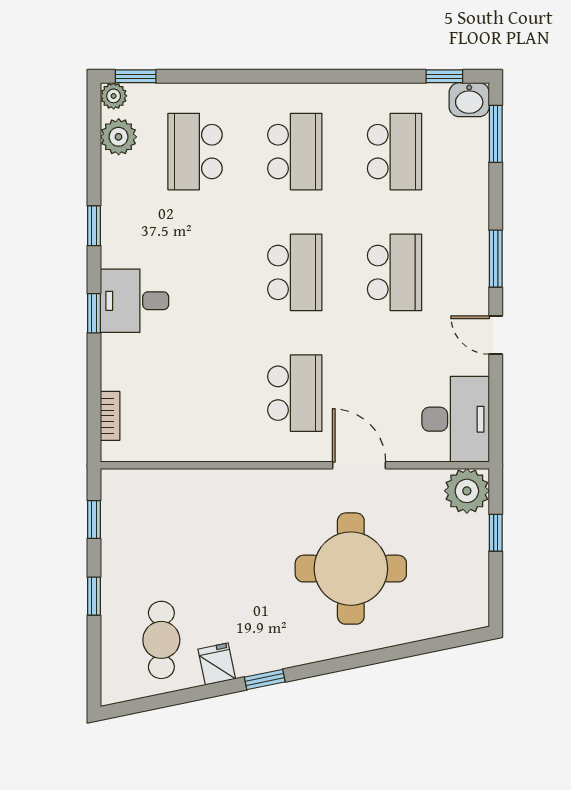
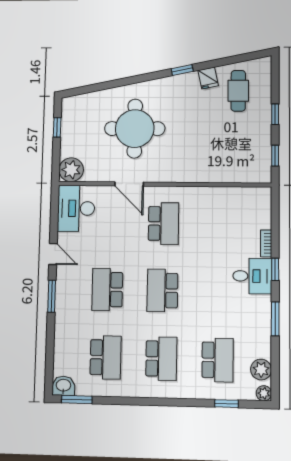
window: (136, 76) -> (226, 404), moved
window: (444, 76) -> (77, 400), width x1.50
window: (496, 134) -> (49, 366), removed
school desk: (295, 152) -> (161, 359), turned 180
school desk: (395, 152) -> (106, 357), turned 180
window: (94, 226) -> (275, 319), width x1.50
school desk: (295, 393) -> (164, 224), turned 180
bookcase: (110, 416) -> (266, 243), moved
window: (496, 533) -> (57, 127), moved

